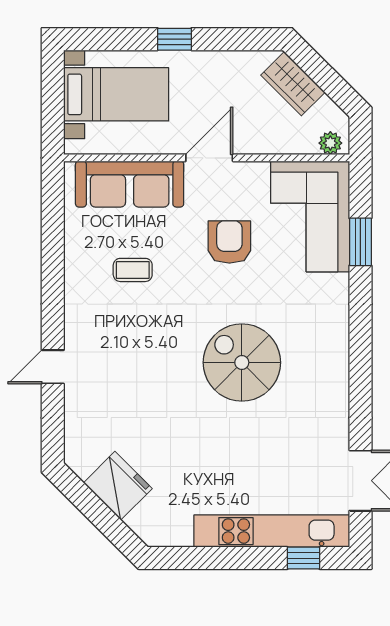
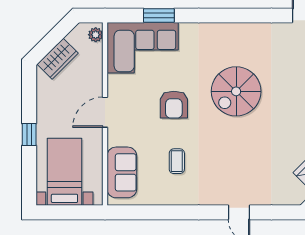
door: (209, 158) -> (105, 112), hinge flipped
sofa: (130, 184) -> (122, 172), width x0.73
armchair: (229, 242) -> (174, 105), moved, turned -90

